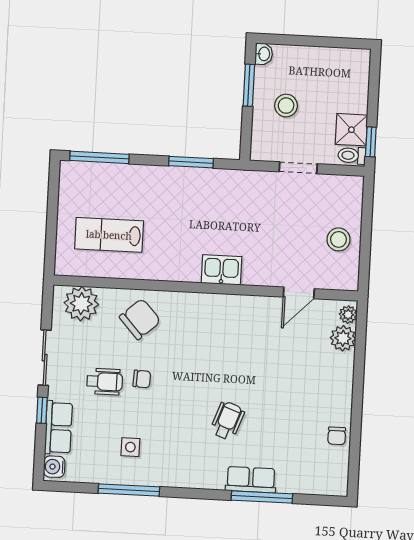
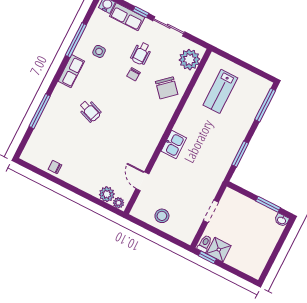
stool: (286, 106) -> (248, 220), removed
lab bench: (109, 235) -> (220, 91), turned 180
row of seats: (251, 480) -> (71, 71), moved

